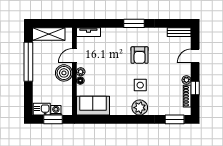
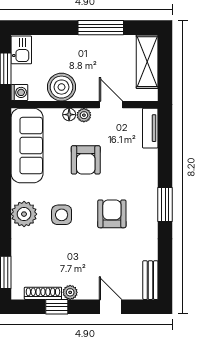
armchair: (140, 55) -> (112, 214), turned 90
window: (28, 62) -> (101, 28), width x0.68
armchair: (107, 71) -> (86, 160), added
boiler: (64, 73) -> (61, 87), moved
sofa: (93, 106) -> (27, 146), width x1.36
washing machine: (56, 110) -> (19, 92), moved

